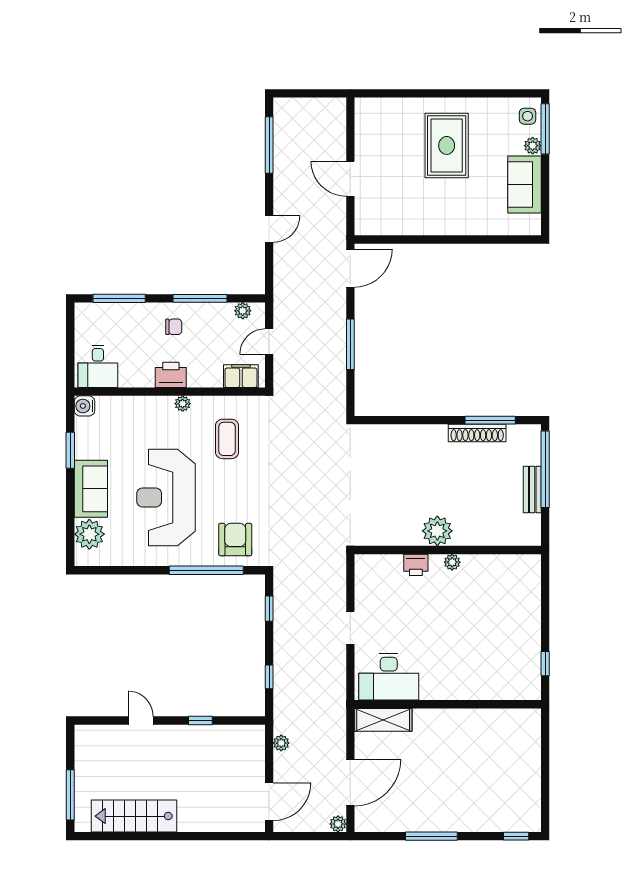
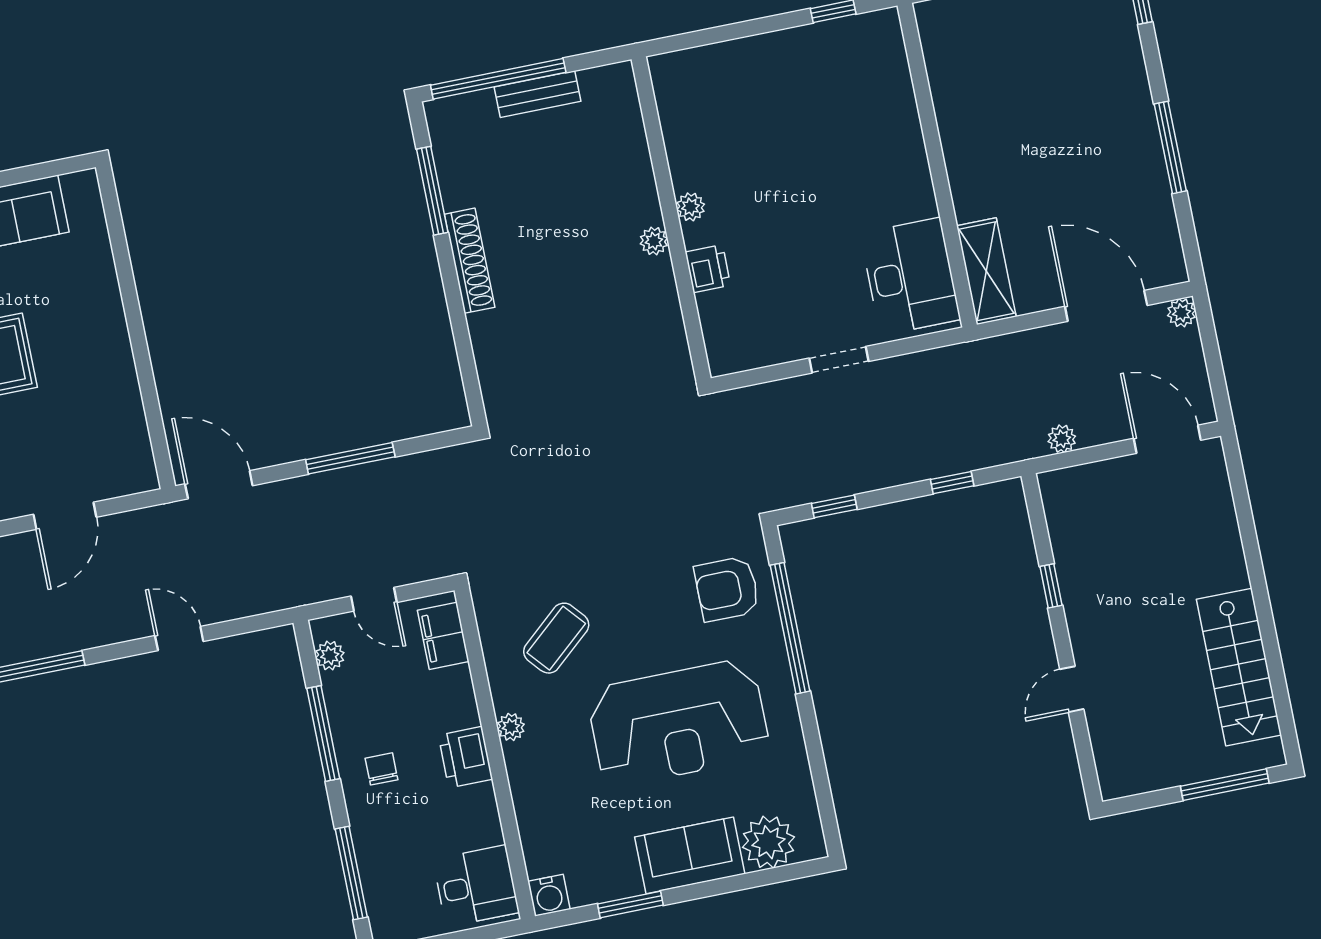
shoe rack: (477, 433) -> (470, 261), moved
coffee table: (227, 439) -> (556, 638), turned -41
plant: (437, 531) -> (654, 241), width x0.53, depth x0.53

